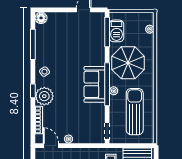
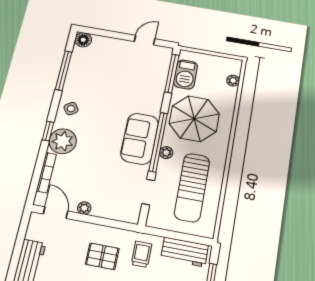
sun lounger: (135, 112) -> (192, 187), turned 180
doorway: (107, 131) -> (148, 192), moved

